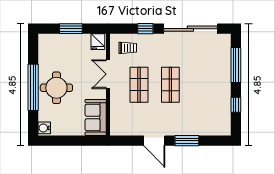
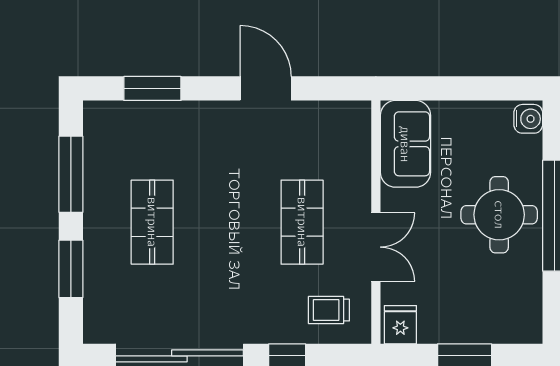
window: (236, 65) -> (71, 269), width x0.69
shop shelf: (170, 85) -> (152, 222), moved
window: (236, 105) -> (71, 174), width x2.17
window: (187, 141) -> (152, 88), moved

